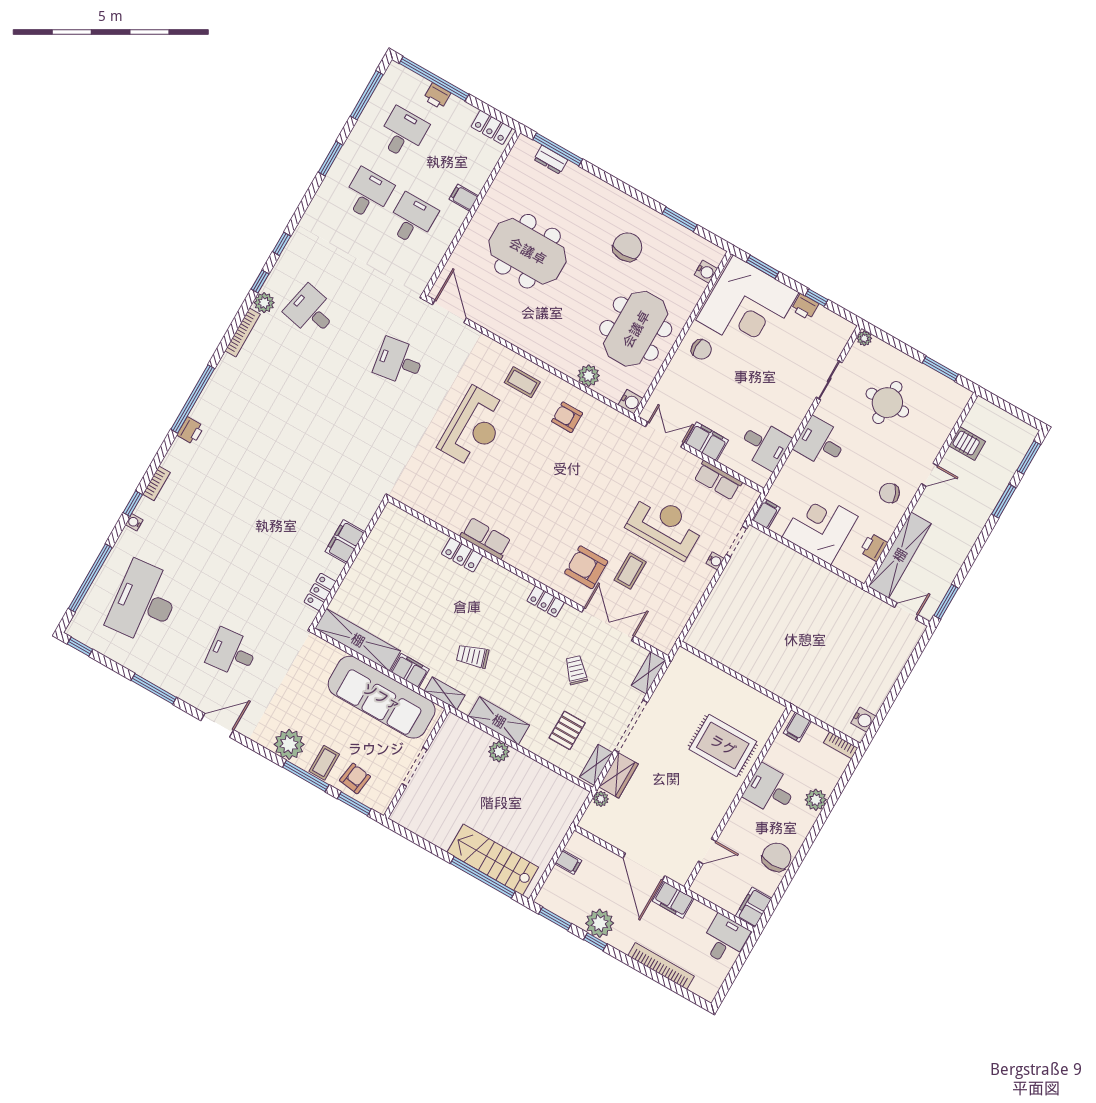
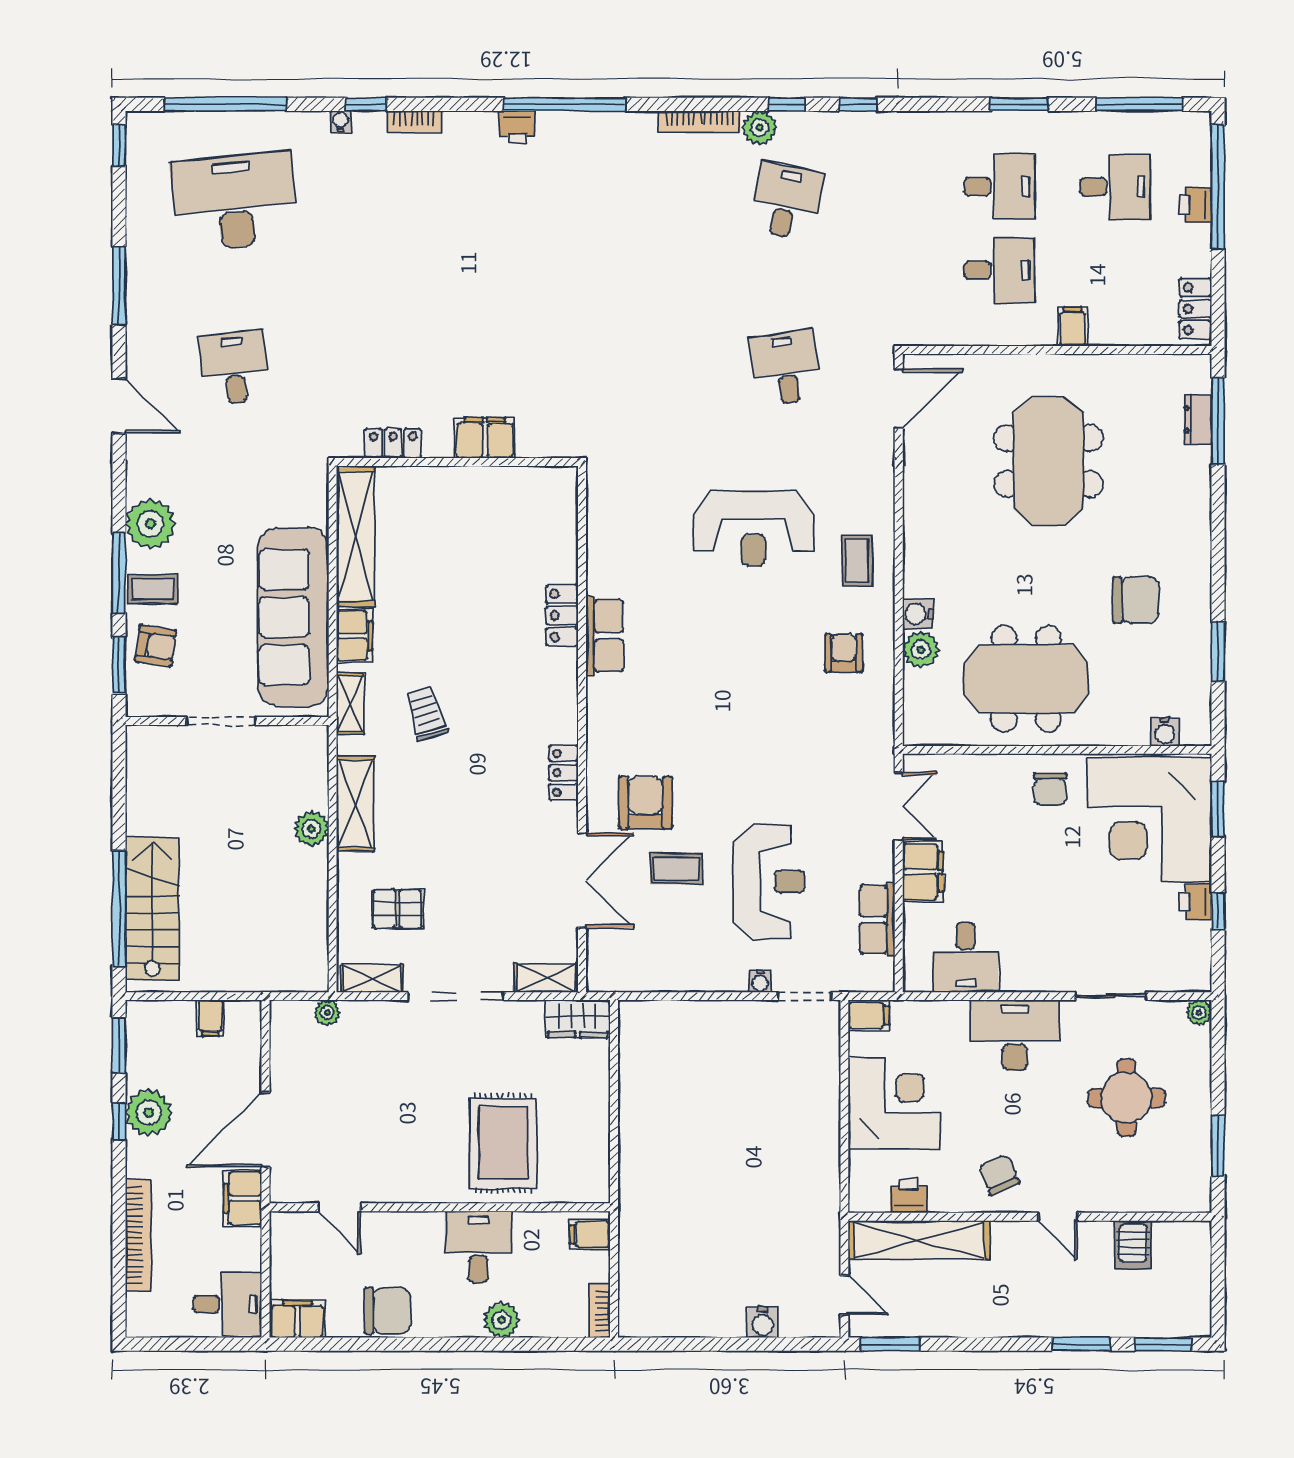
water cooler: (631, 402) -> (918, 614), moved, turned 90
desk: (821, 443) -> (1015, 1035), width x1.37
trolley: (576, 670) -> (491, 872), removed
water cooler: (863, 720) -> (763, 1322), moved
wardrobe: (618, 775) -> (578, 1019), moved

